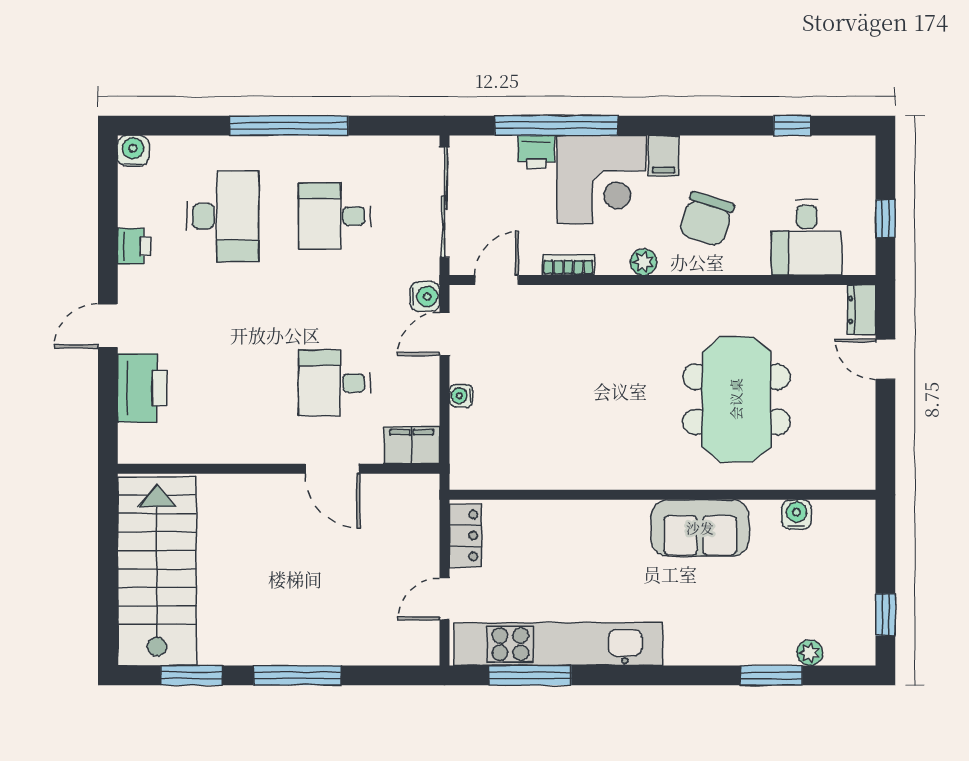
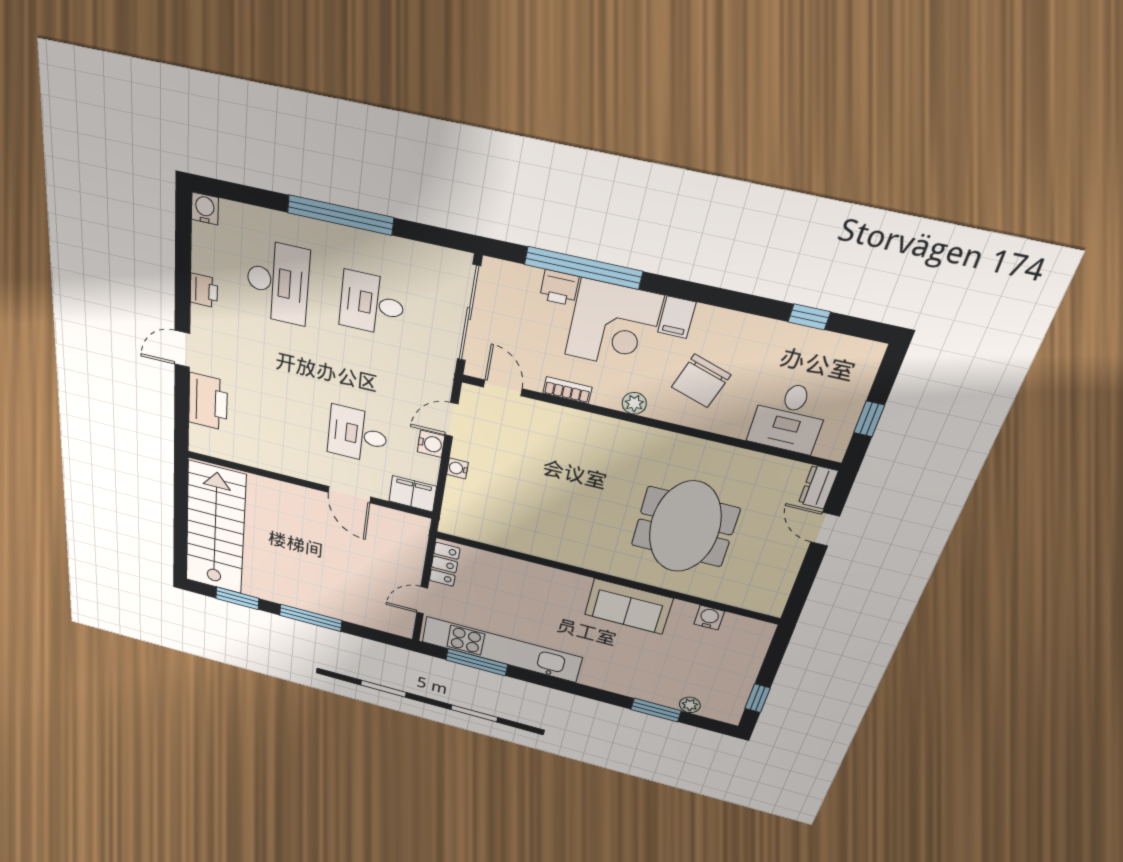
door: (497, 280) -> (503, 388), hinge flipped
water cooler: (425, 297) -> (431, 444), moved

